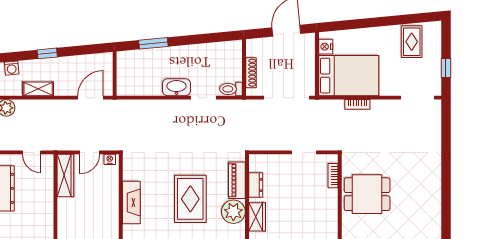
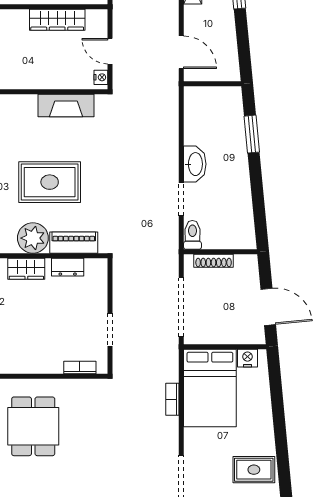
wardrobe: (65, 175) -> (57, 20), moved
dining table: (367, 194) -> (33, 426), moved
fireplace: (131, 202) -> (66, 105), moved

